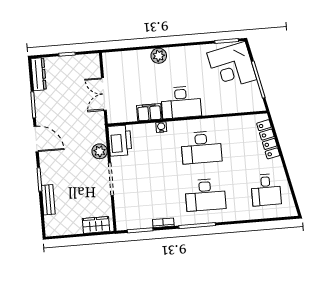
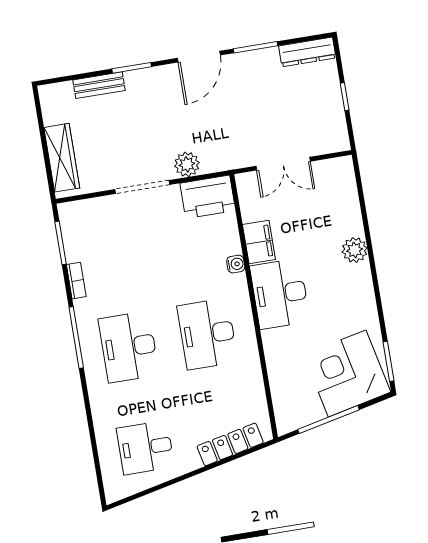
double door: (104, 94) -> (283, 164), swing flipped
wardrobe: (96, 225) -> (62, 158), width x1.50

